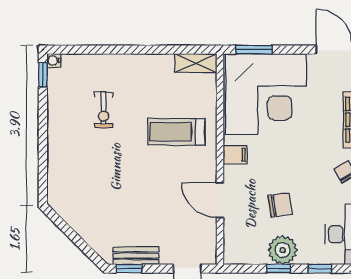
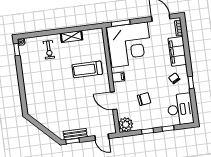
shelving: (196, 63) -> (72, 37), moved
exercise bike: (104, 110) -> (49, 50), moved
plant: (283, 250) -> (126, 125), moved

